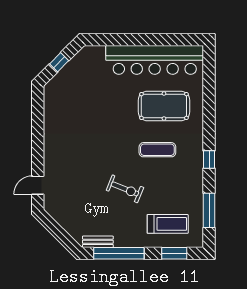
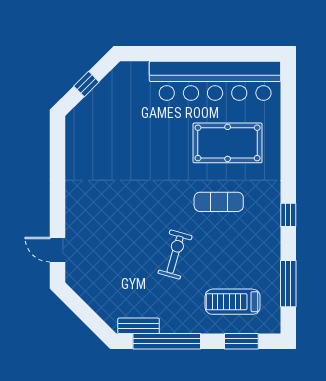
door: (38, 185) -> (58, 250), hinge flipped
exercise bike: (125, 189) -> (175, 255), turned -96
treadmill: (168, 224) -> (233, 302), turned 180

